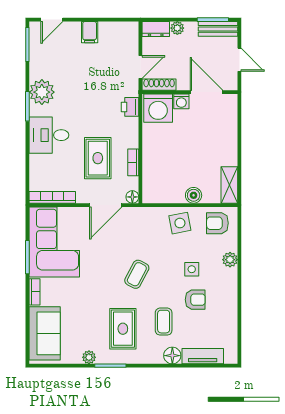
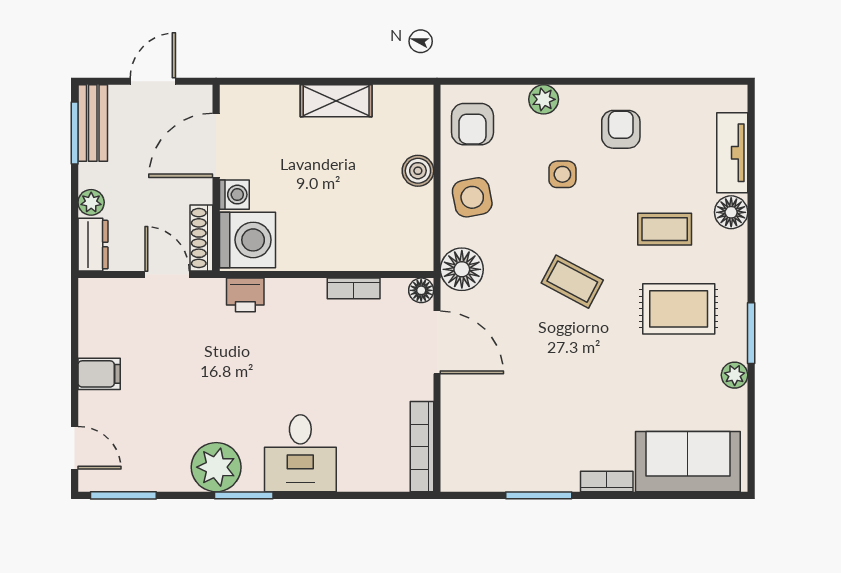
rug: (98, 158) -> (345, 358), removed
shelving: (229, 185) -> (336, 101), moved
floor lamp: (143, 218) -> (462, 269), added
corner sofa: (54, 242) -> (509, 443), removed
armchair: (195, 300) -> (621, 129), moved

